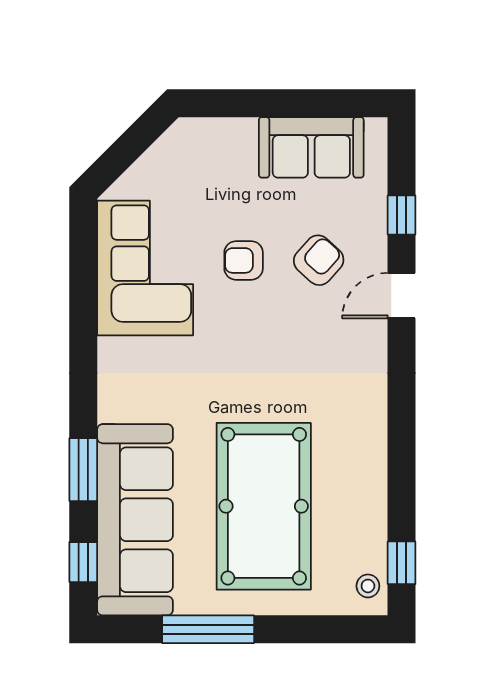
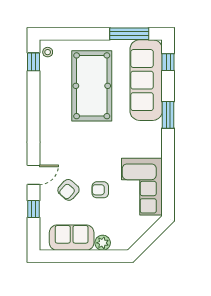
plant: (238, 135) -> (103, 243), added
armchair: (244, 260) -> (100, 190), turned 180
window: (83, 470) -> (168, 115), moved
window: (208, 629) -> (129, 34), moved

